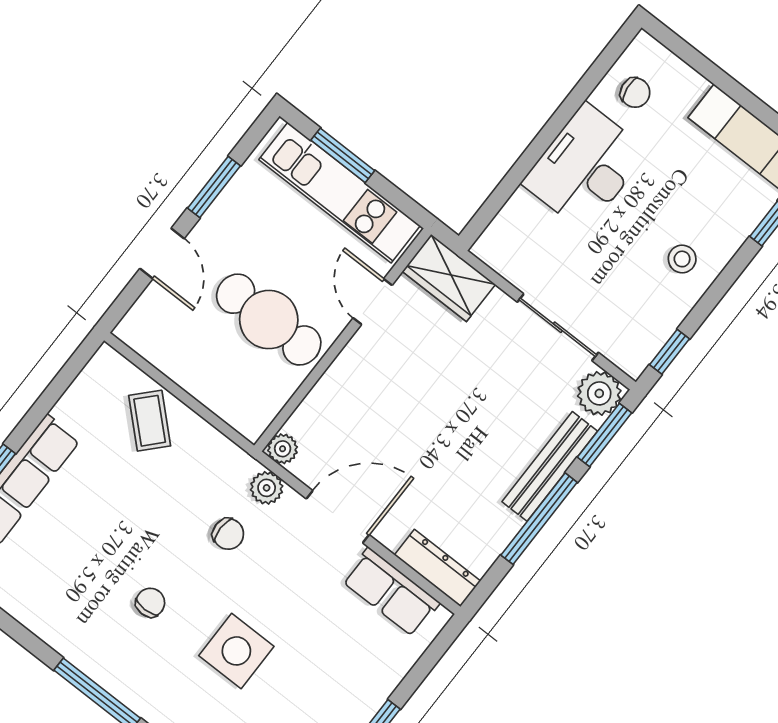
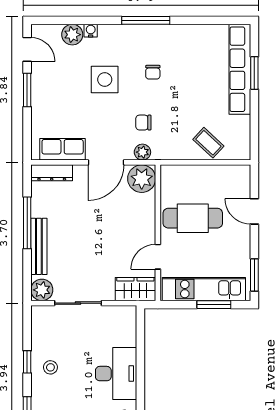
window: (214, 187) -> (254, 275), moved
door: (373, 302) -> (158, 257), swing flipped
window: (669, 352) -> (27, 362), moved
window: (605, 435) -> (27, 275), removed
plant: (283, 449) -> (142, 179), width x1.88, depth x1.88

